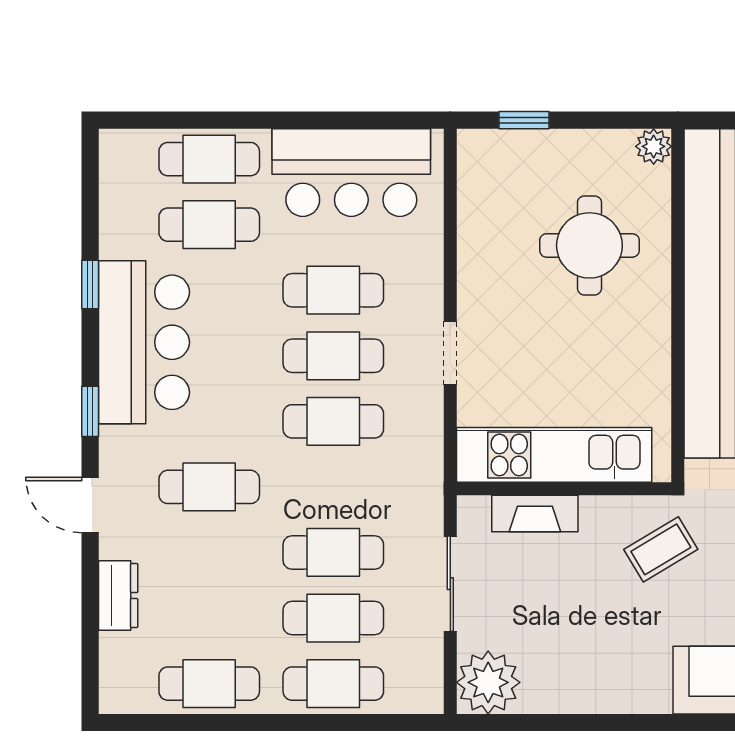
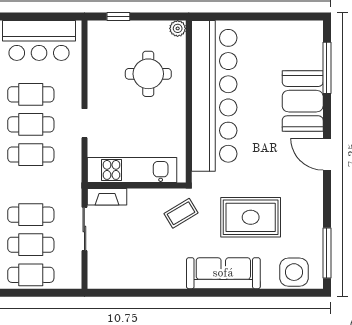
fireplace: (535, 513) -> (107, 197), moved
plant: (488, 682) -> (102, 274), removed

